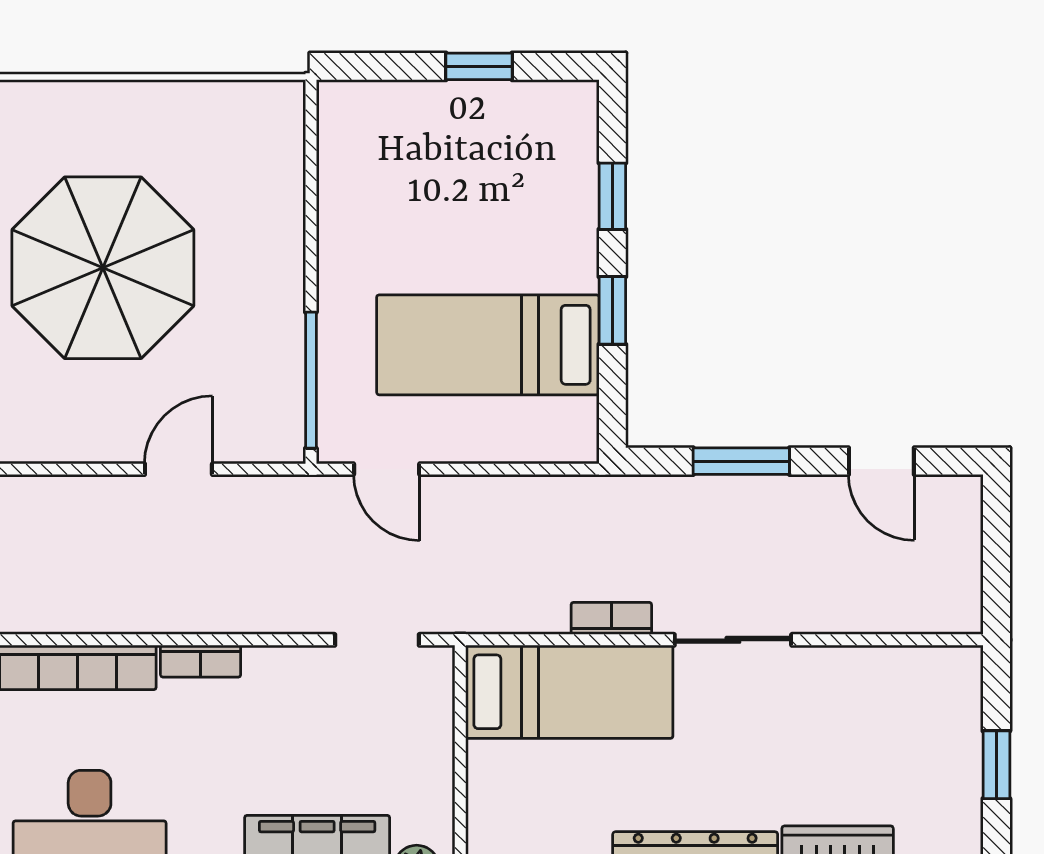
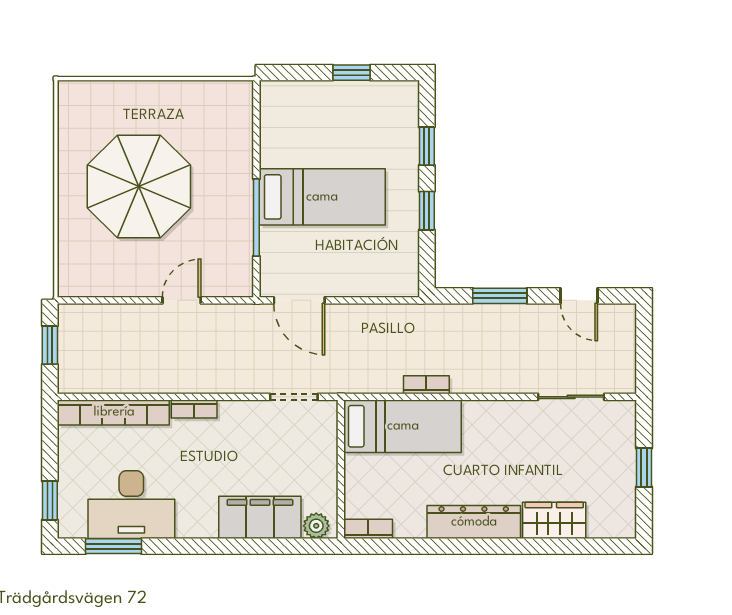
bed: (488, 345) -> (322, 197), moved, turned 180
window: (311, 380) -> (256, 217), moved
door: (387, 469) -> (299, 300), width x1.38
sliding door: (733, 640) -> (571, 397), moved

